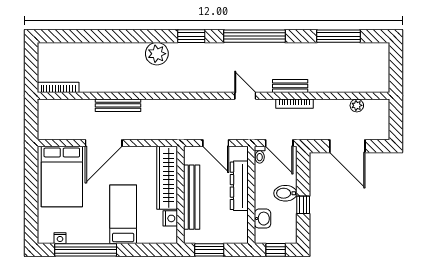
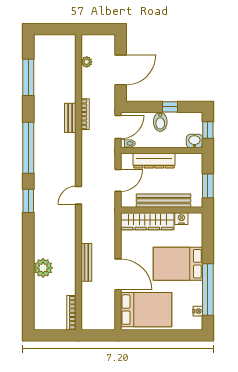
plant: (157, 54) -> (43, 268), moved
door: (245, 96) -> (78, 195), moved
bed: (123, 214) -> (178, 264), width x1.50
washbasin: (263, 219) -> (194, 141), moved

